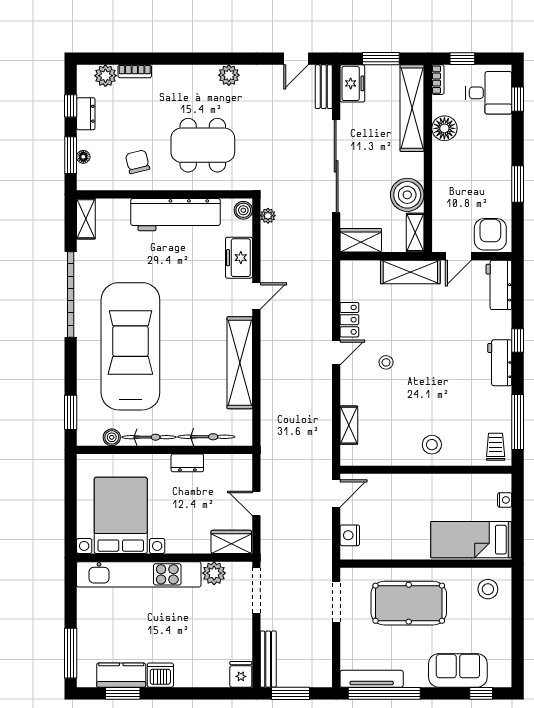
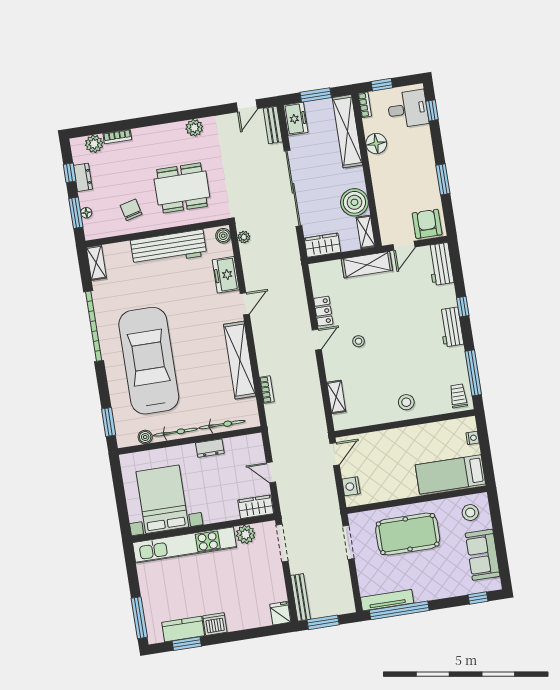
bookcase: (267, 403) -> (267, 389), added
sofa: (458, 670) -> (483, 555), moved, turned -90

